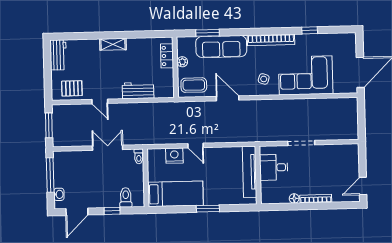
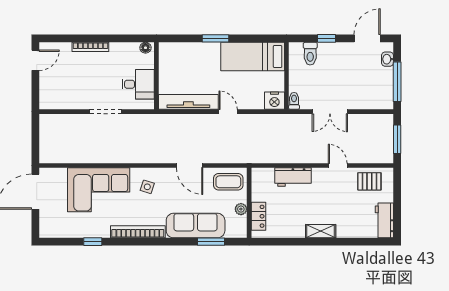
nightstand: (174, 156) -> (274, 101), moved
tv unit: (250, 172) -> (188, 102), moved, turned -90
floor lamp: (294, 198) -> (145, 48), moved

